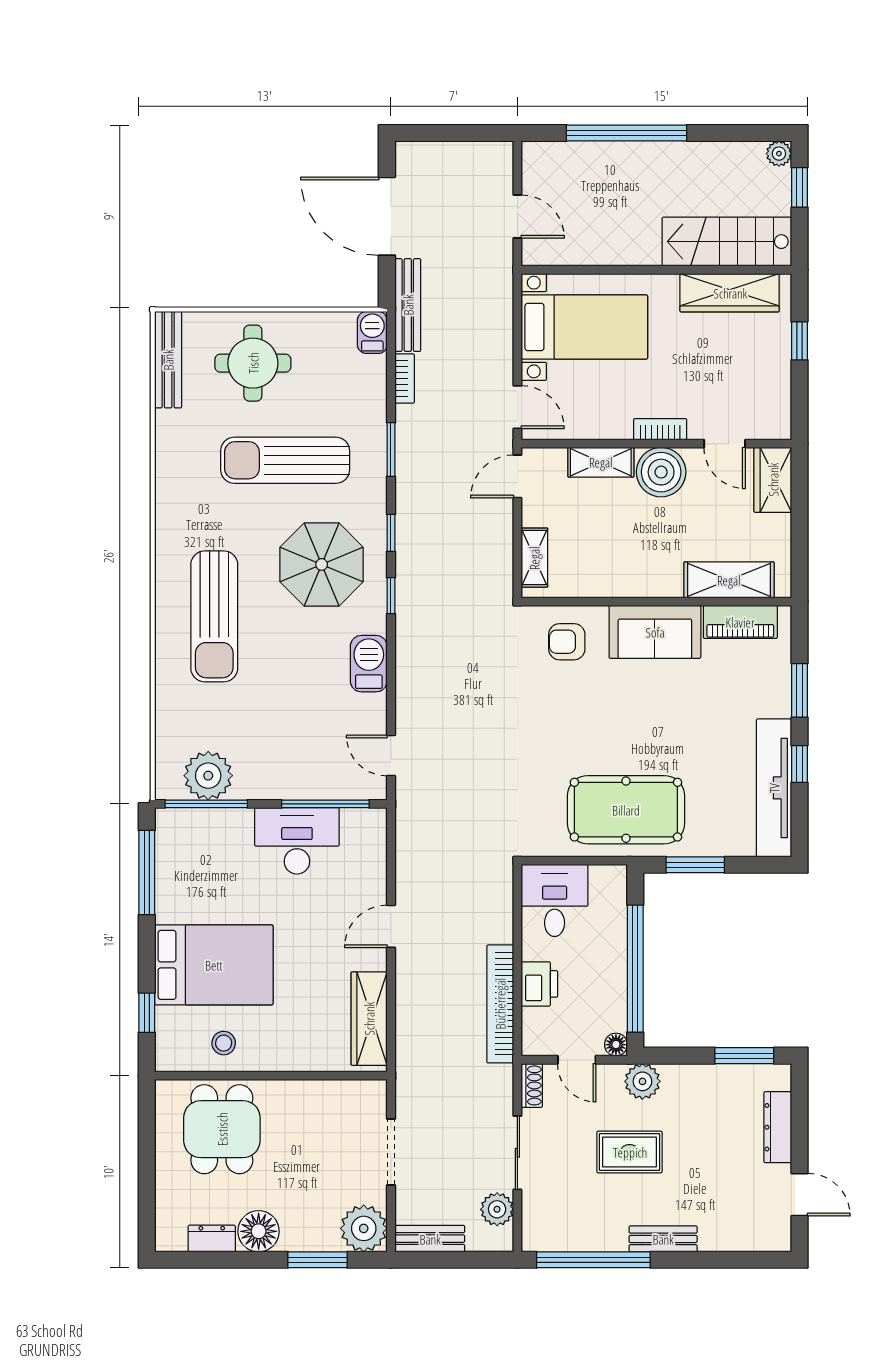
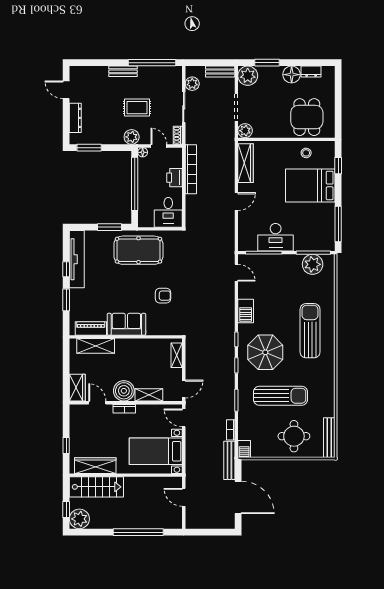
plant: (779, 154) -> (79, 519), width x1.88, depth x1.88
armchair: (567, 642) -> (163, 296), moved
plant: (370, 1096) -> (245, 131), added

